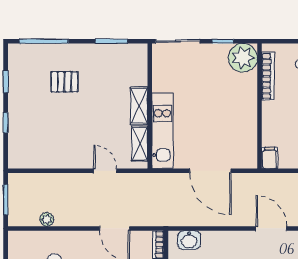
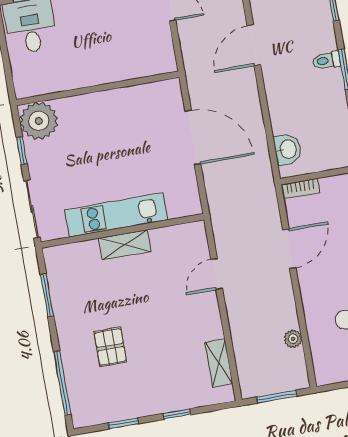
bookcase: (268, 76) -> (57, 84), removed
kitchen unit: (163, 131) -> (116, 215), moved
shelving: (140, 144) -> (219, 363), moved, turned 90
filing cabinet: (270, 158) -> (163, 63), removed
door: (210, 171) -> (193, 137), hinge flipped

